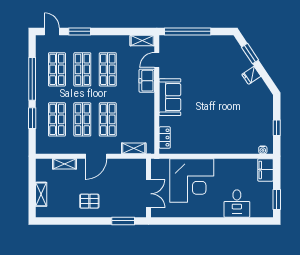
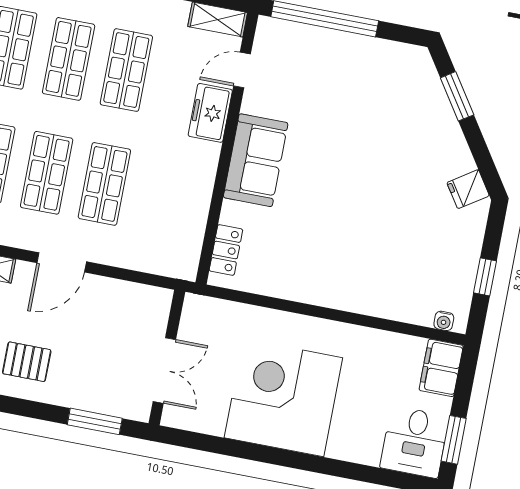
fridge: (251, 75) -> (468, 189), moved
shelving: (134, 148) -> (151, 261), removed
corner desk: (192, 180) -> (283, 398), moved, turned 180
desk: (237, 204) -> (415, 442), moved

